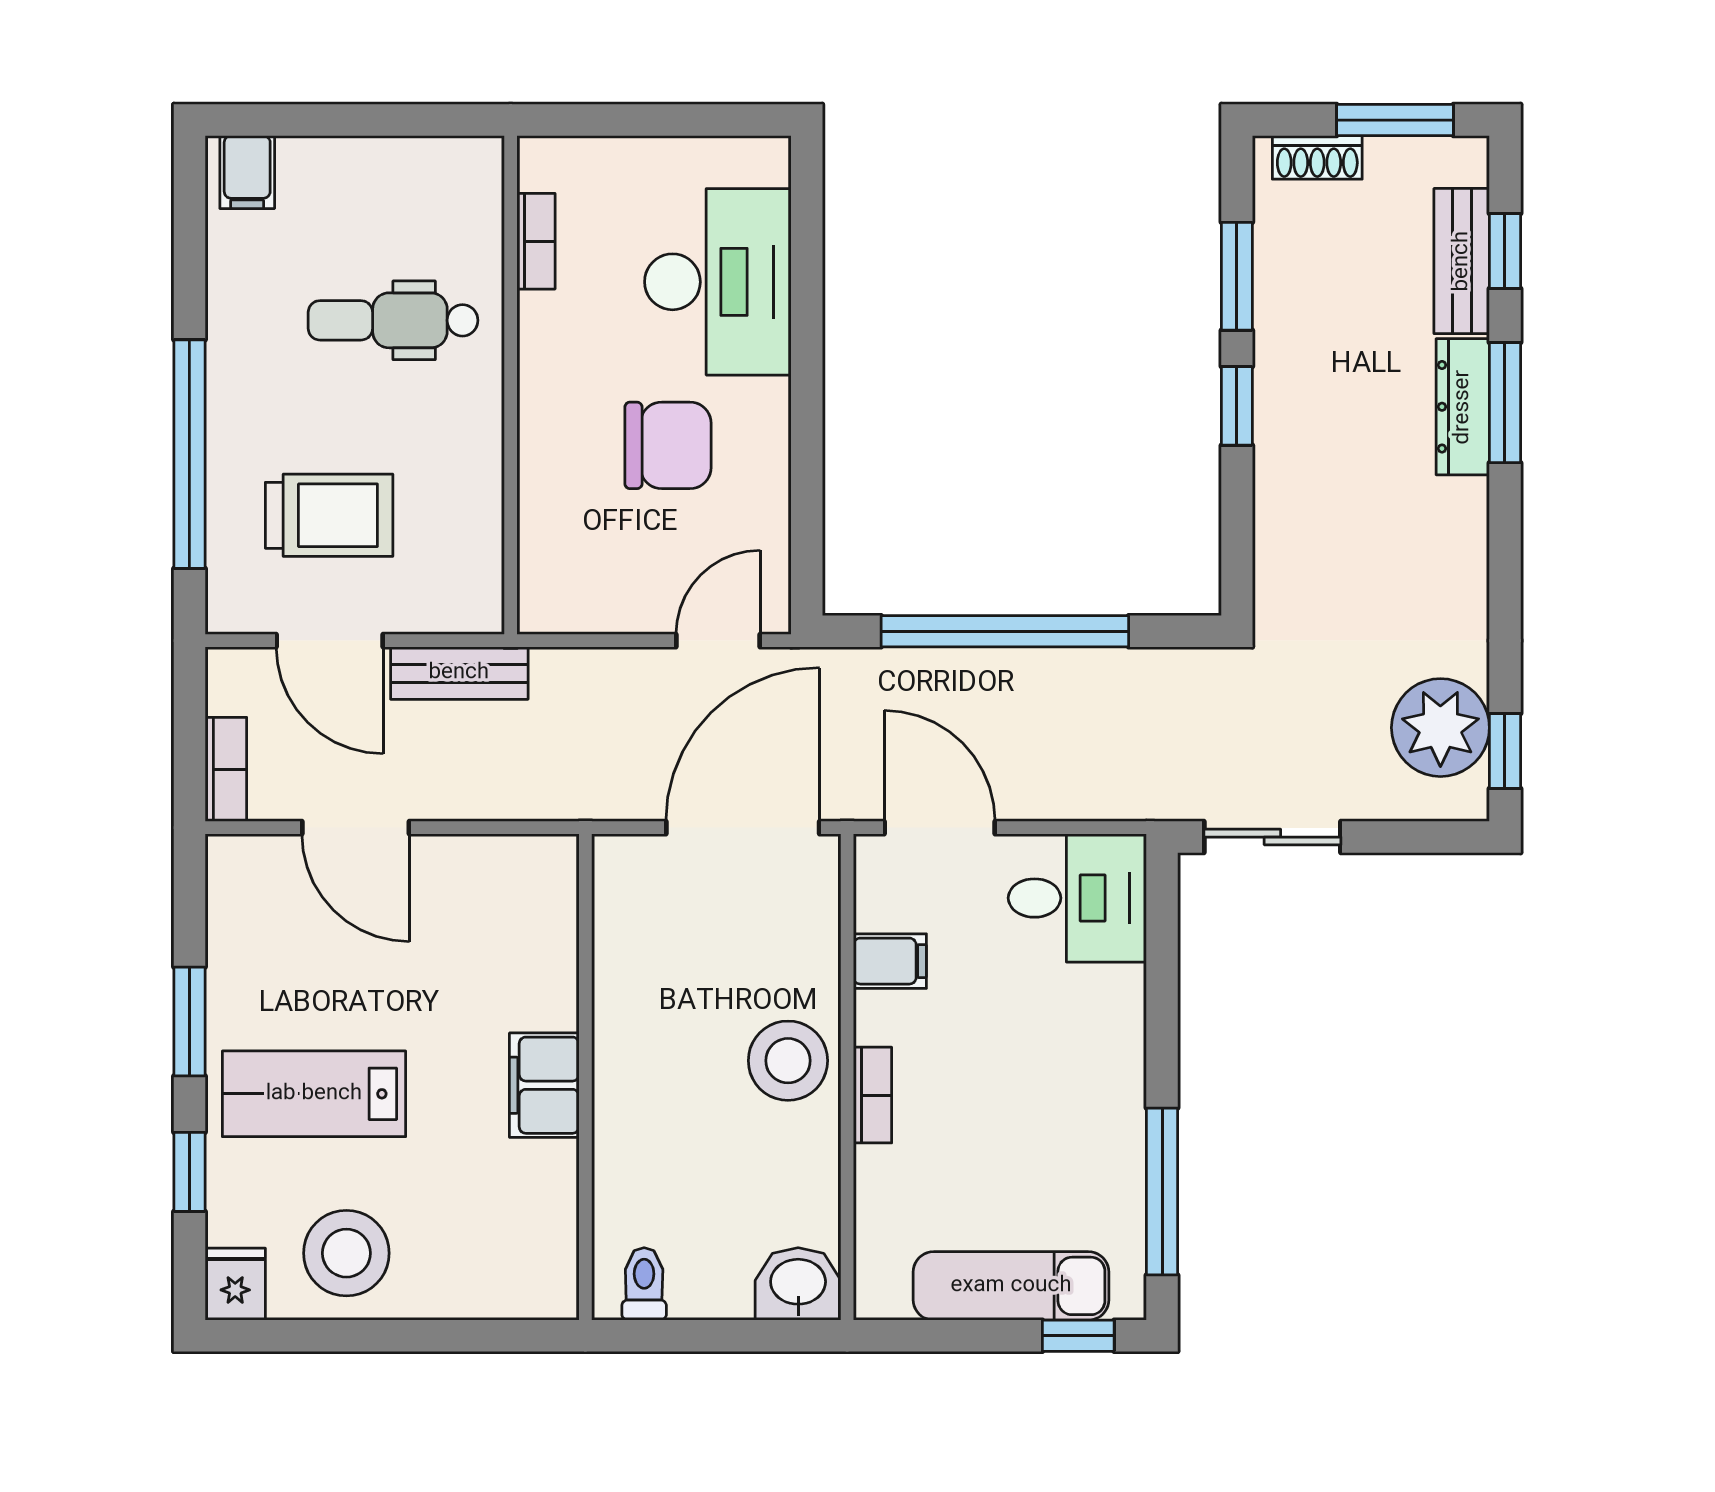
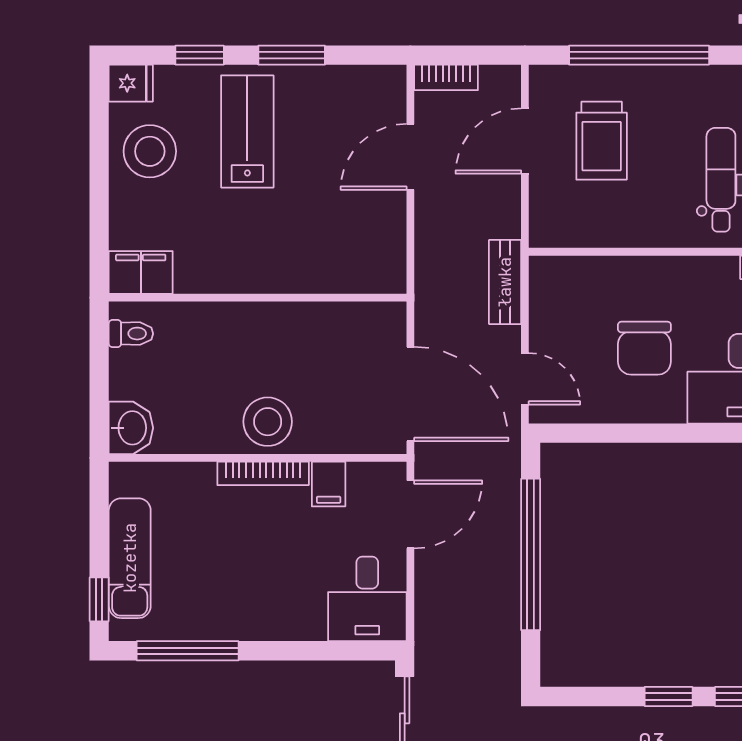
bench: (459, 673) -> (505, 282), moved
filing cabinet: (544, 1085) -> (141, 272), moved
bookcase: (873, 1095) -> (263, 473), width x1.56

